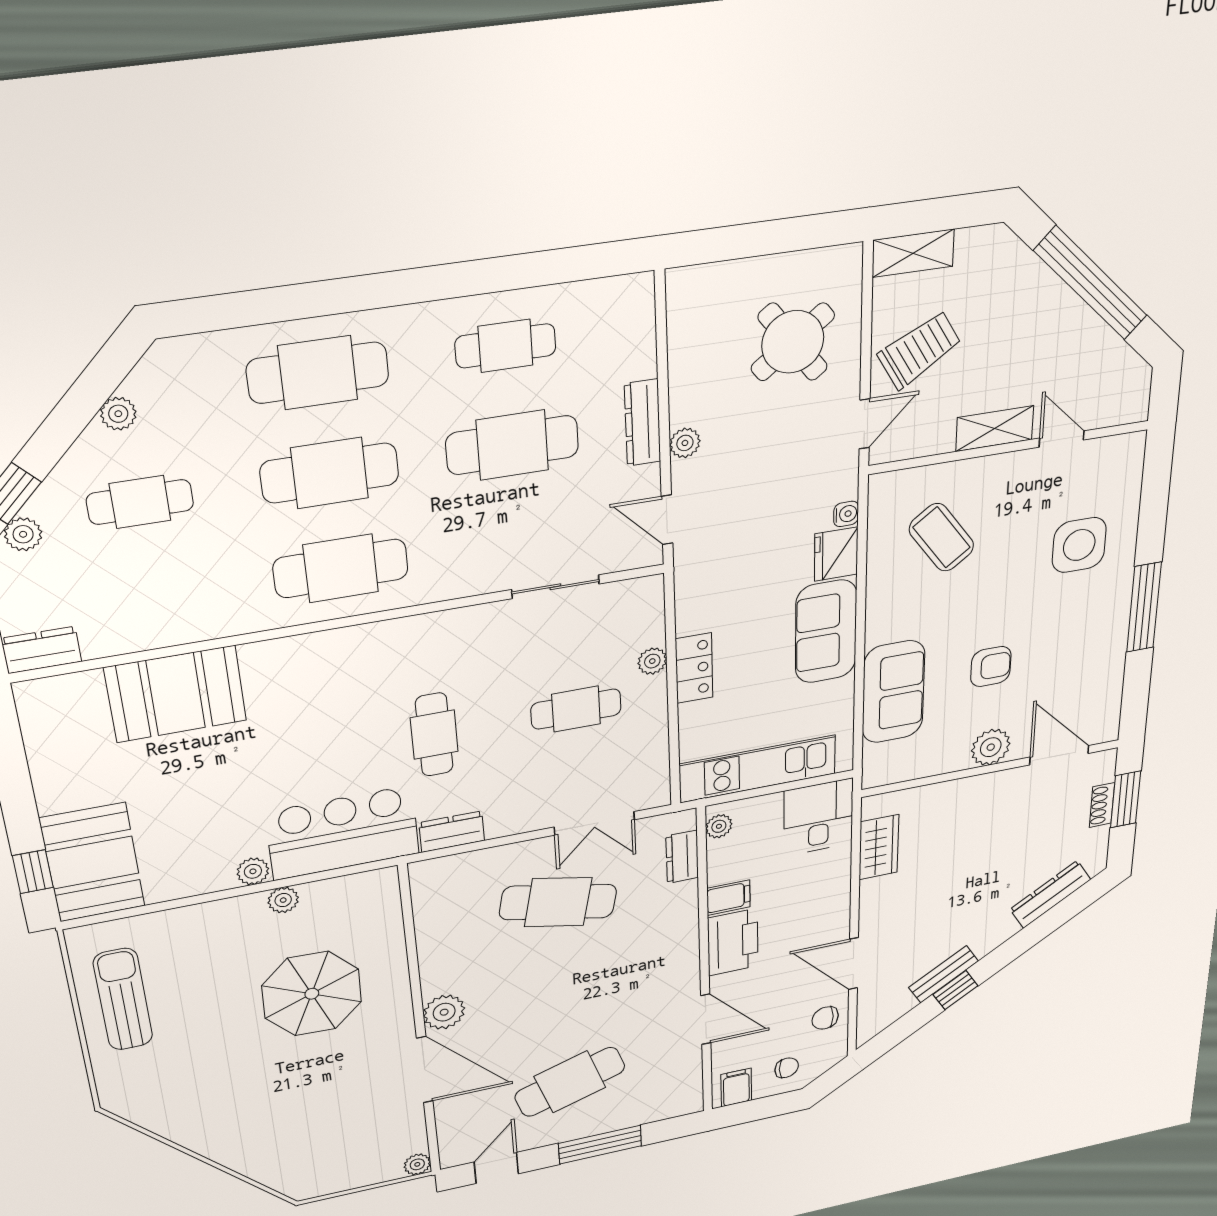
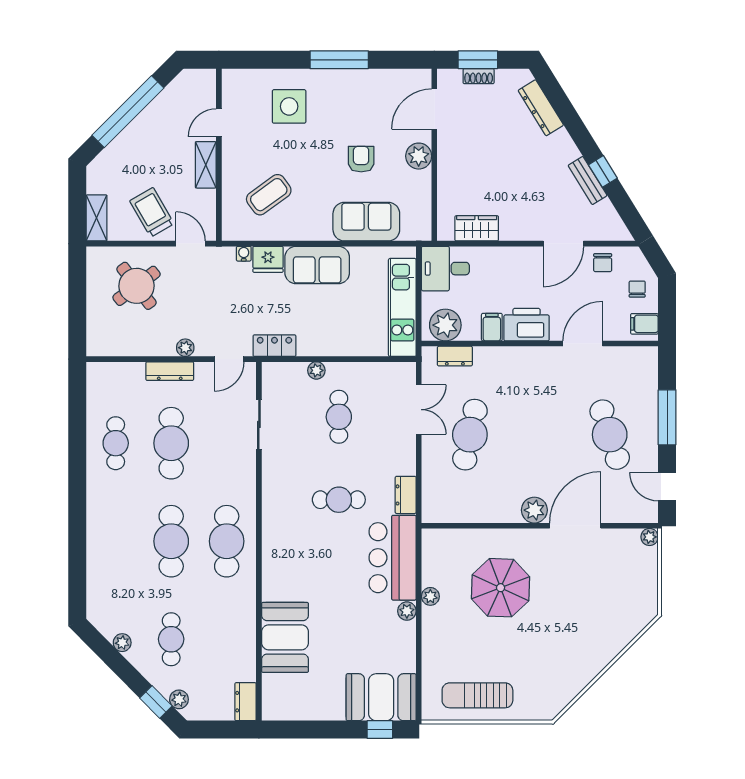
cafe table: (318, 373) -> (116, 541), removed
locker: (694, 668) -> (274, 346), moved
plant: (719, 826) -> (445, 325), width x1.88, depth x1.88

